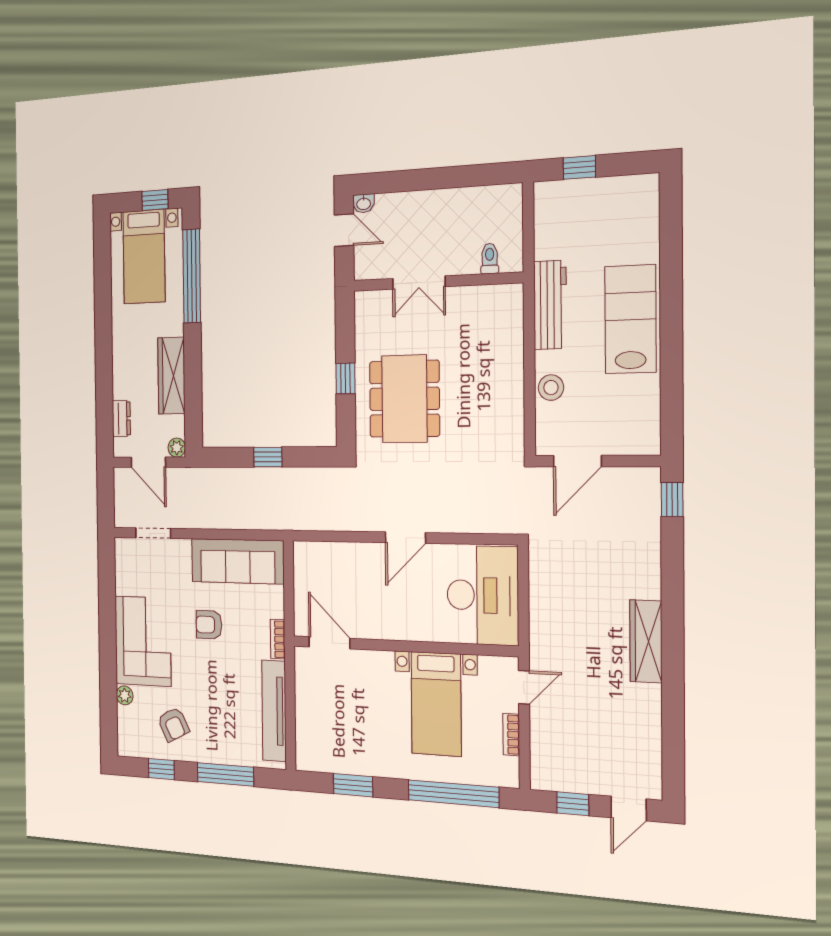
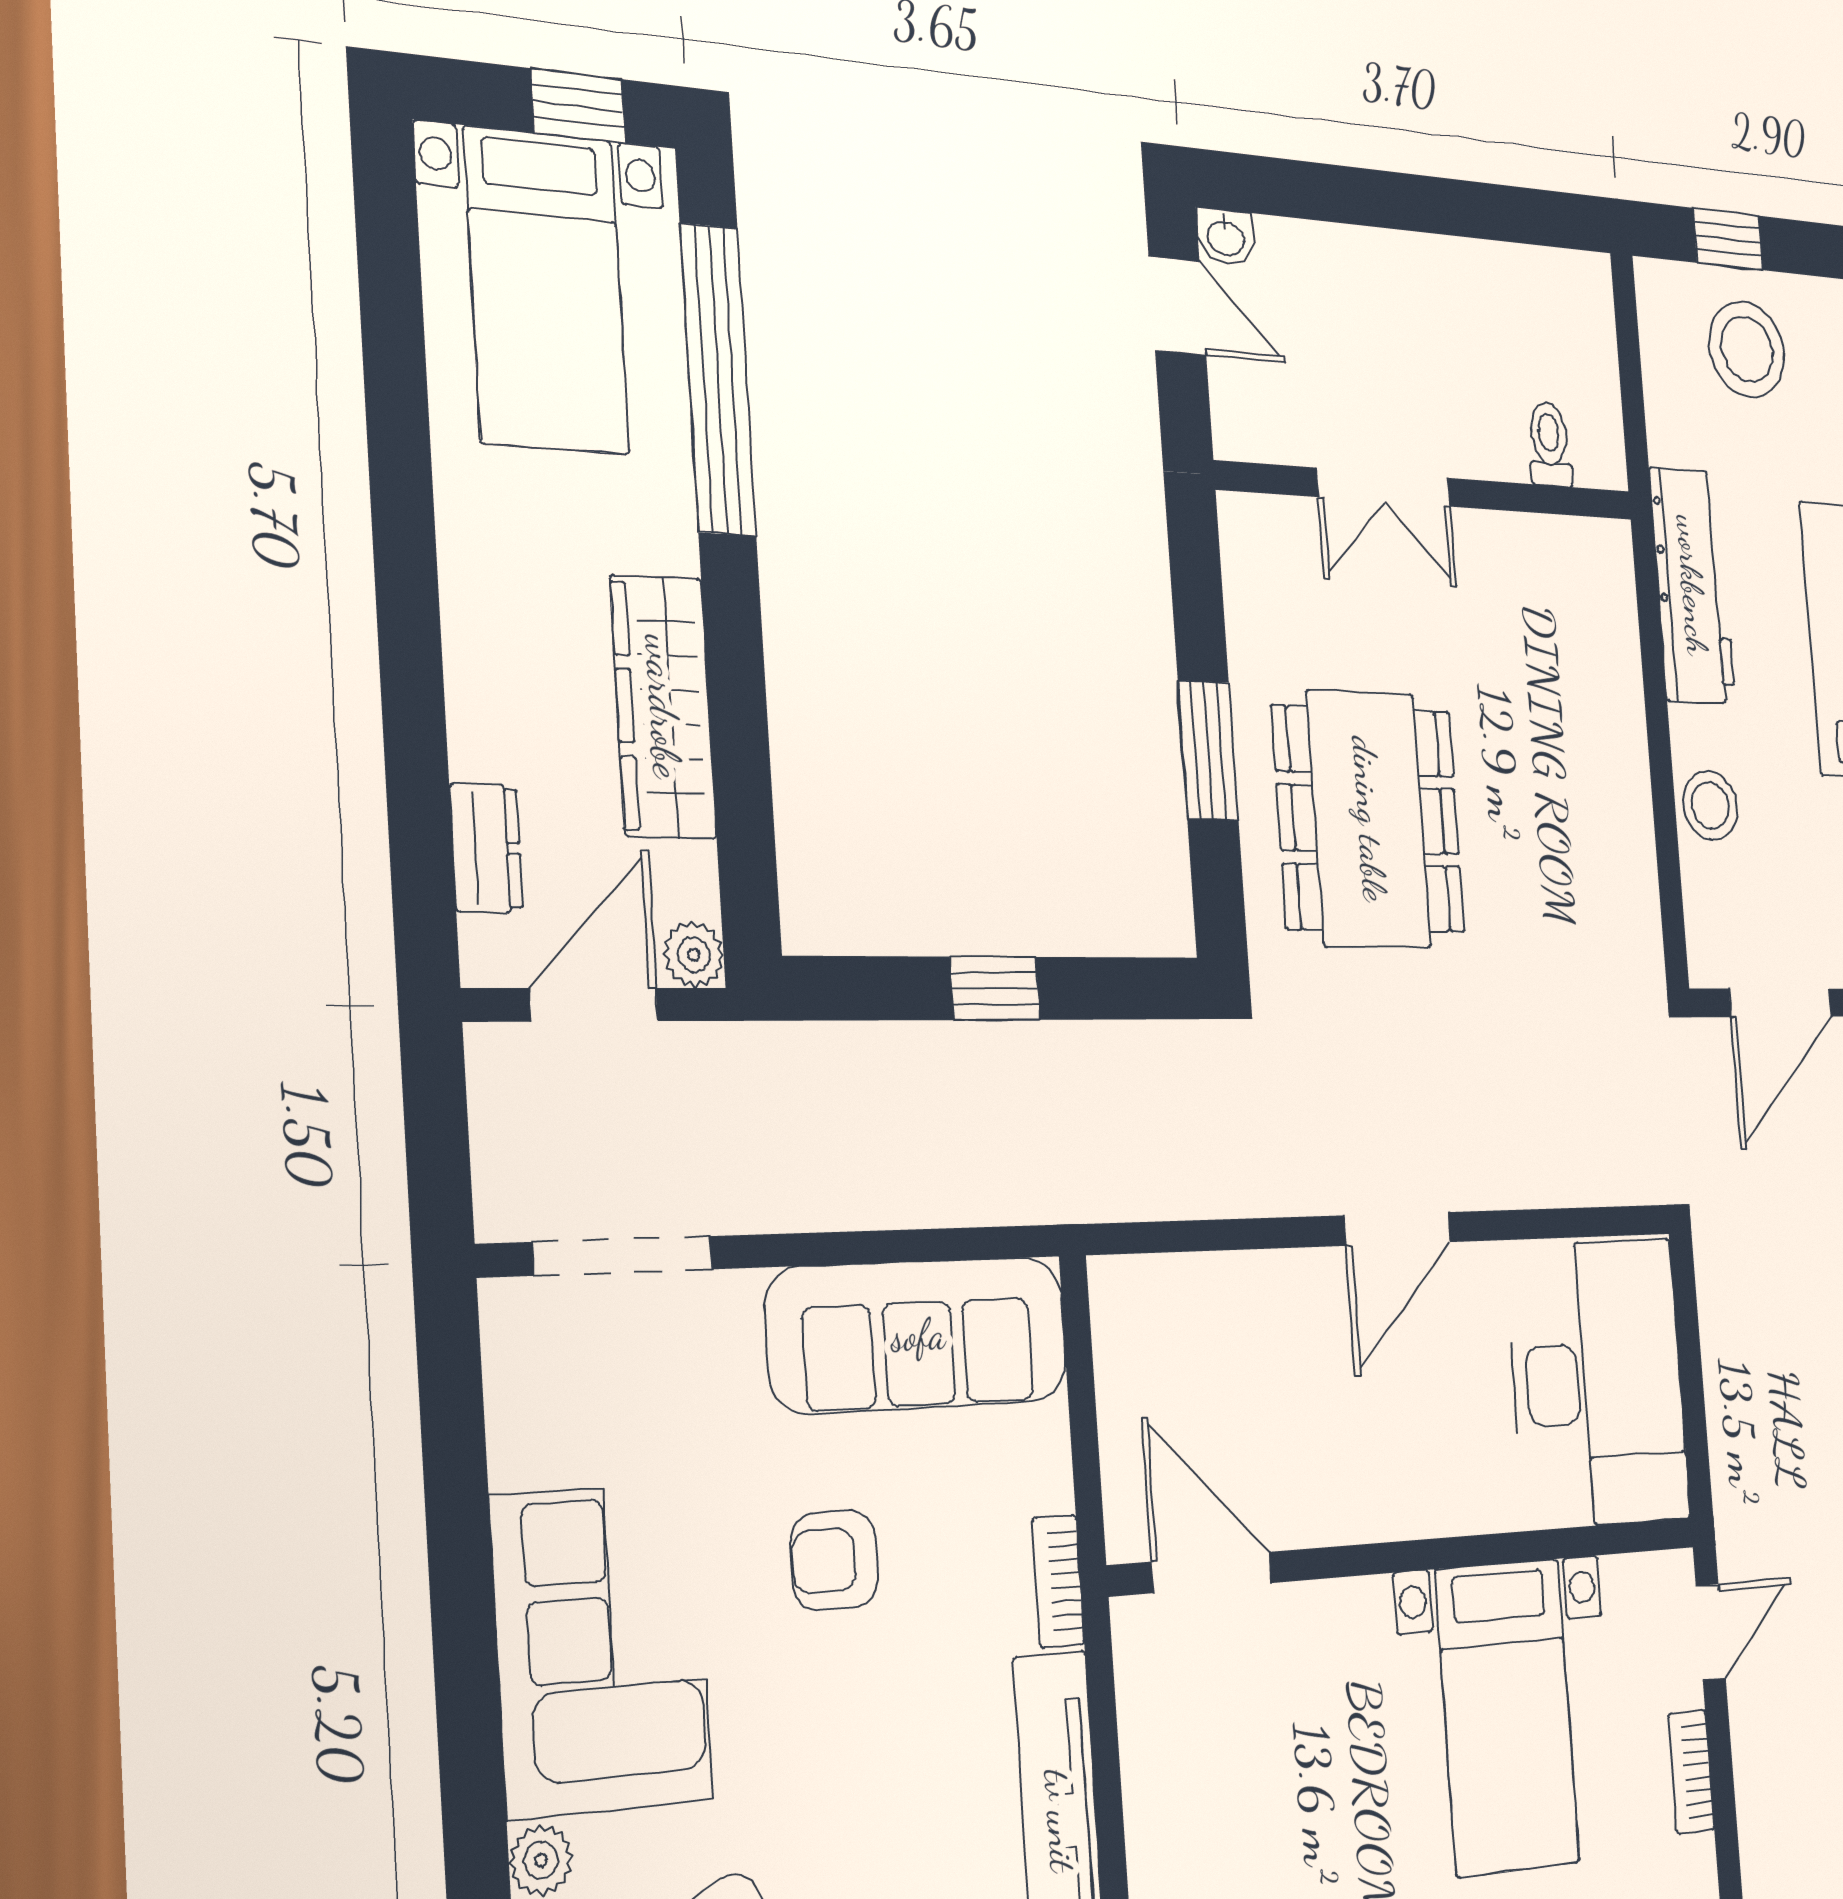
stool: (585, 210) -> (1747, 349), added
window: (346, 378) -> (1208, 750), width x1.50
door: (148, 462) -> (594, 1005), swing flipped
doorway: (153, 533) -> (623, 1256), width x1.38

